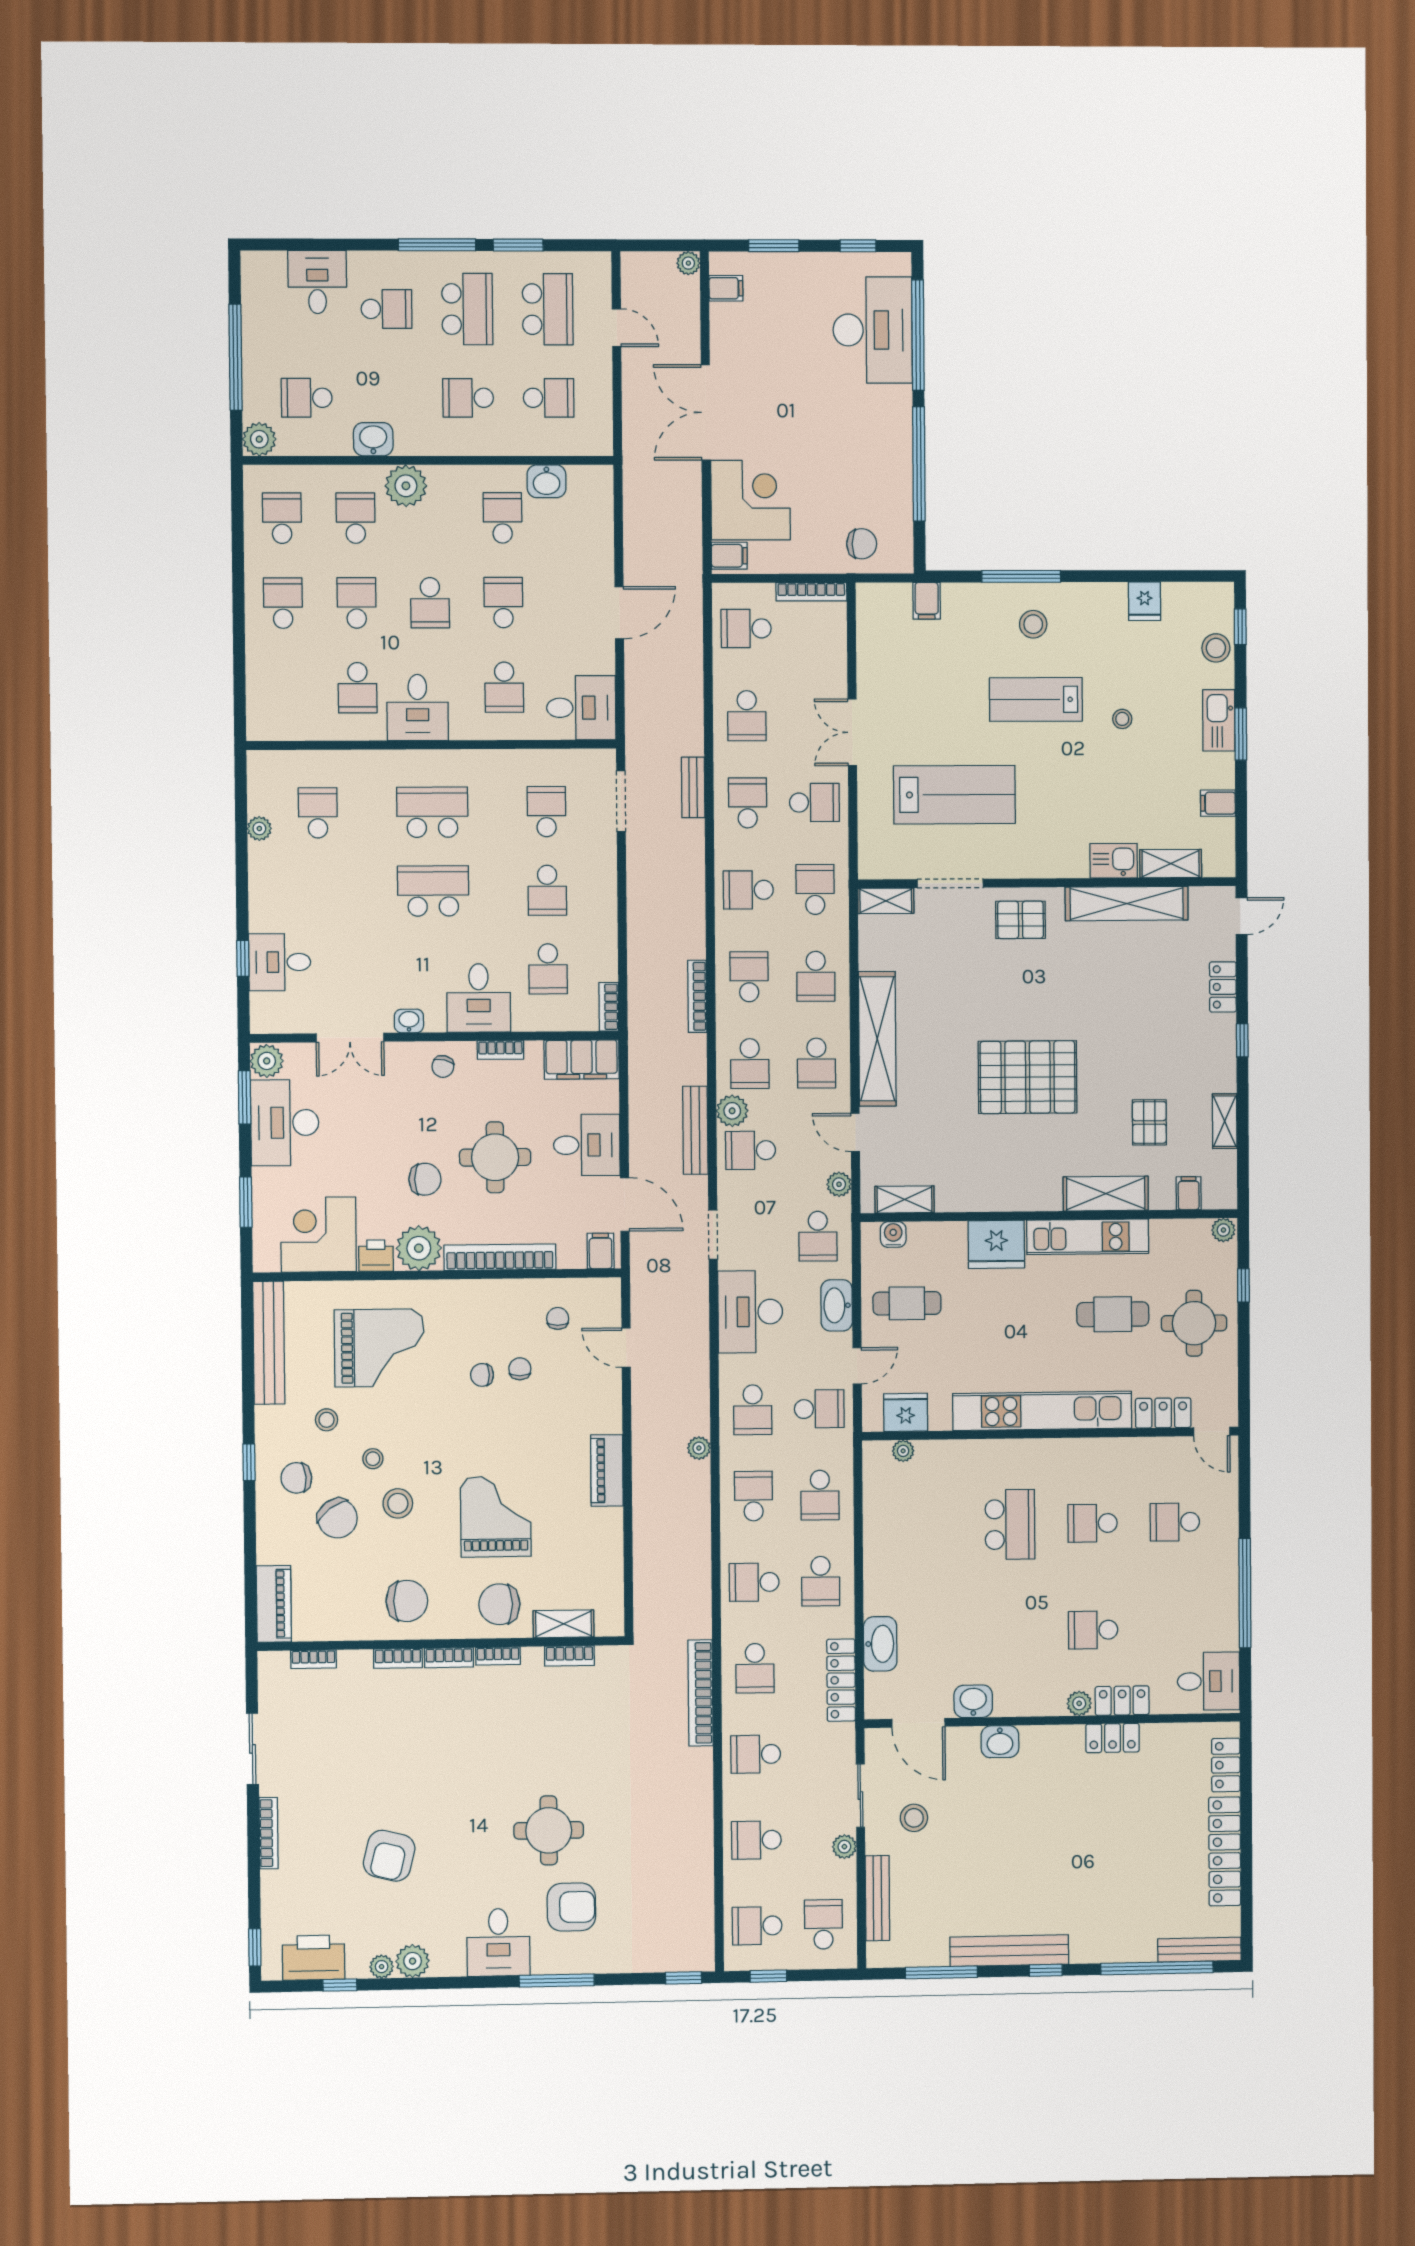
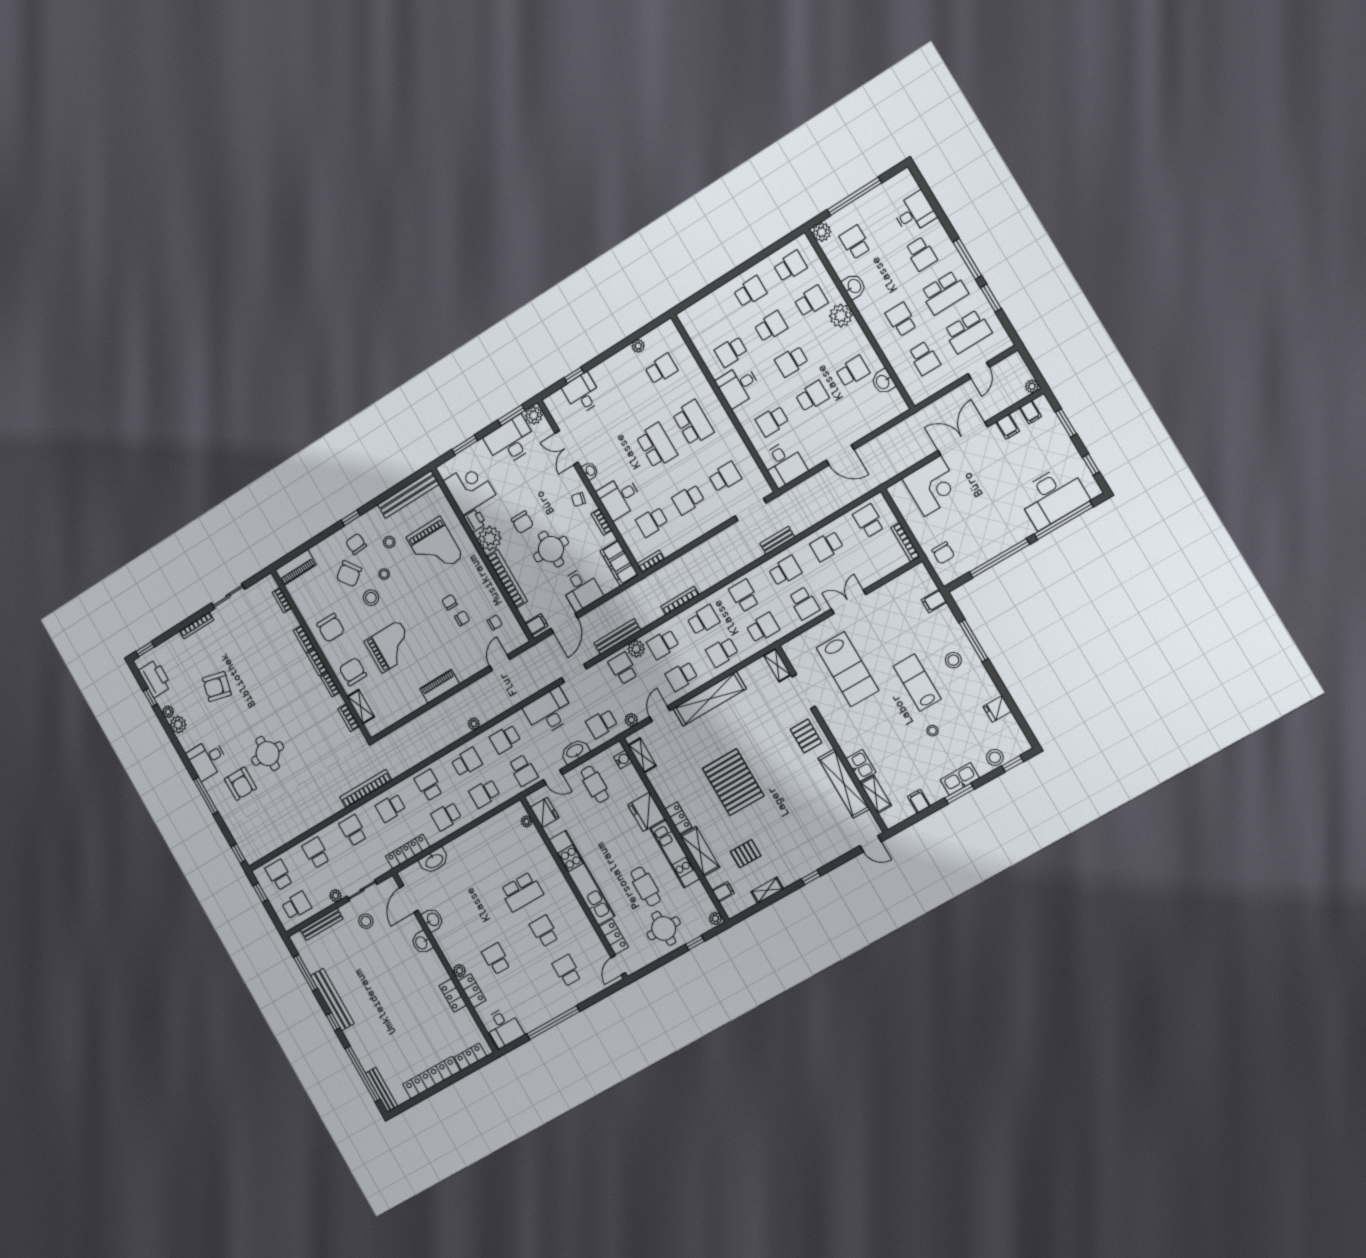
filing cabinet: (729, 556) -> (1008, 427), moved
locker: (1223, 987) -> (678, 818), moved, turned 90

